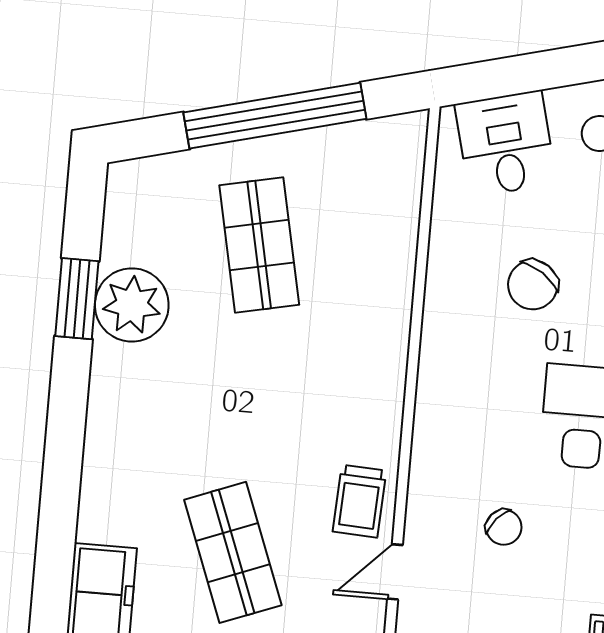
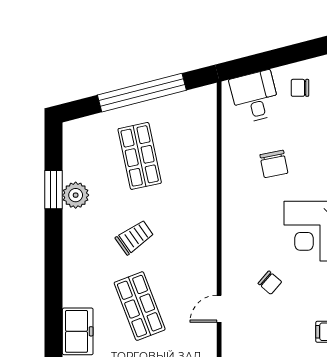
chair: (533, 285) -> (274, 164), turned -45
plant: (132, 305) -> (76, 195), width x0.73, depth x0.73
trolley: (360, 501) -> (135, 237), moved, turned -128

